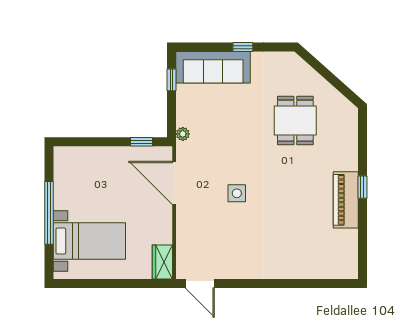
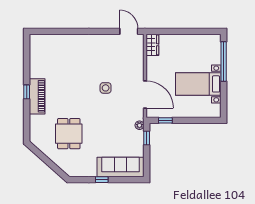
window: (171, 80) -> (147, 138), moved
piano: (346, 200) -> (37, 96), moved
window: (49, 213) -> (224, 62), moved
bed with nightstands: (89, 241) -> (198, 84), moved

